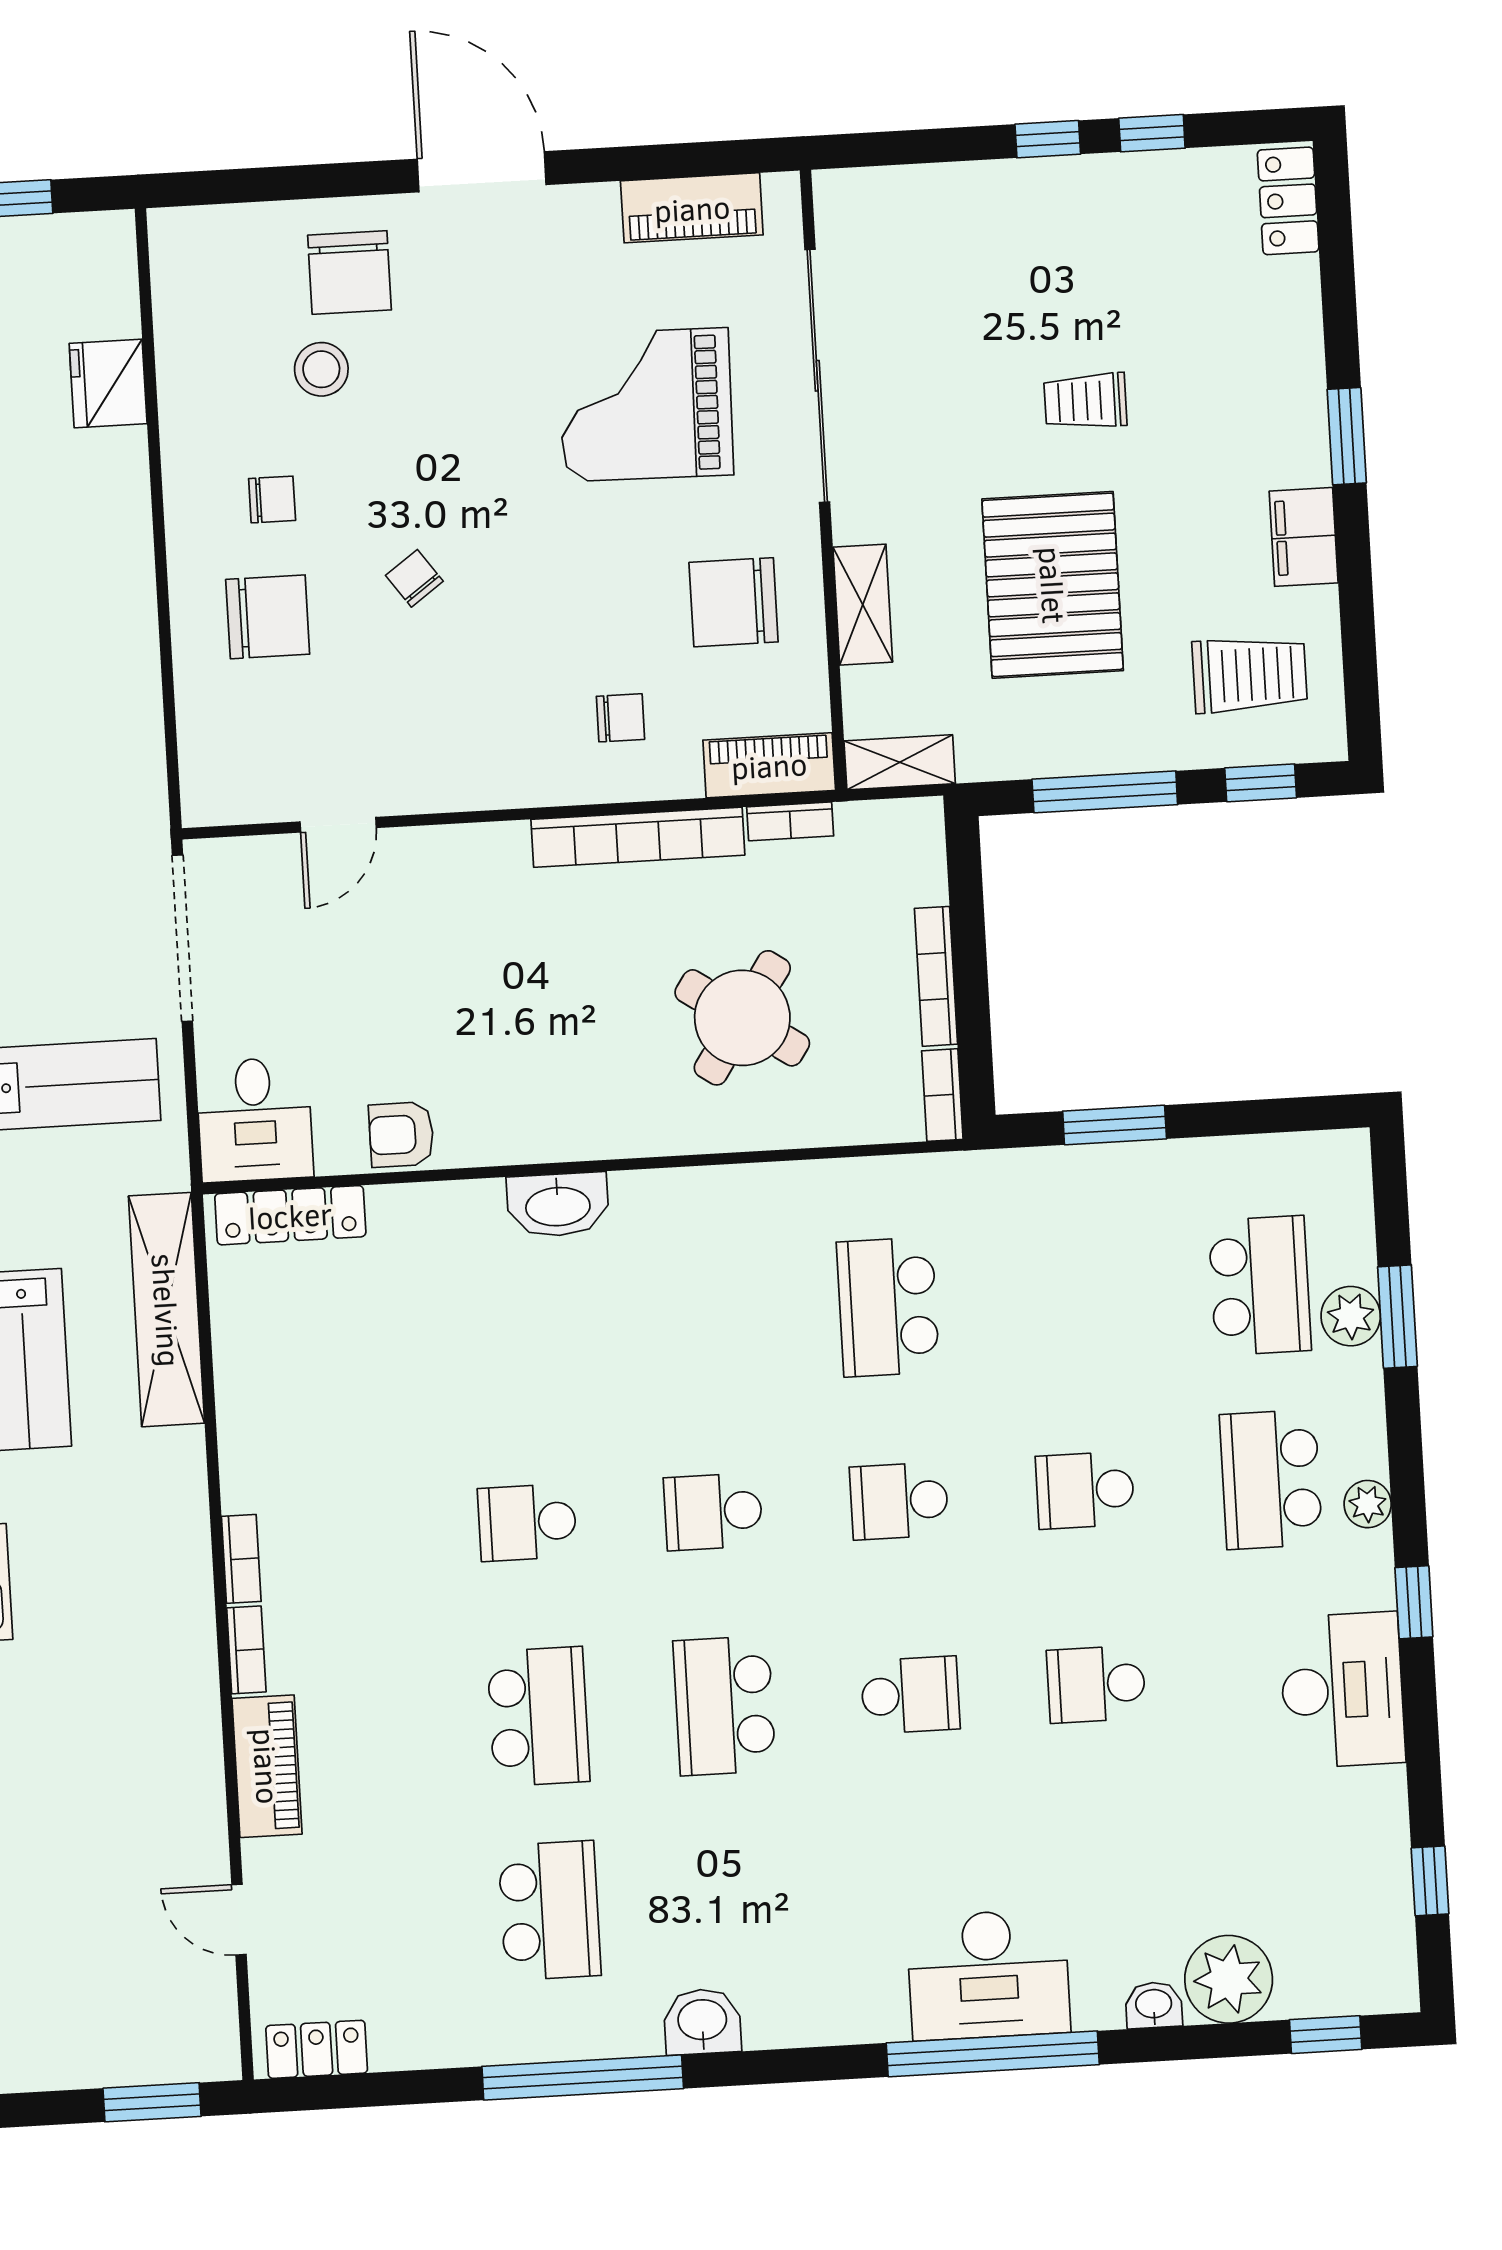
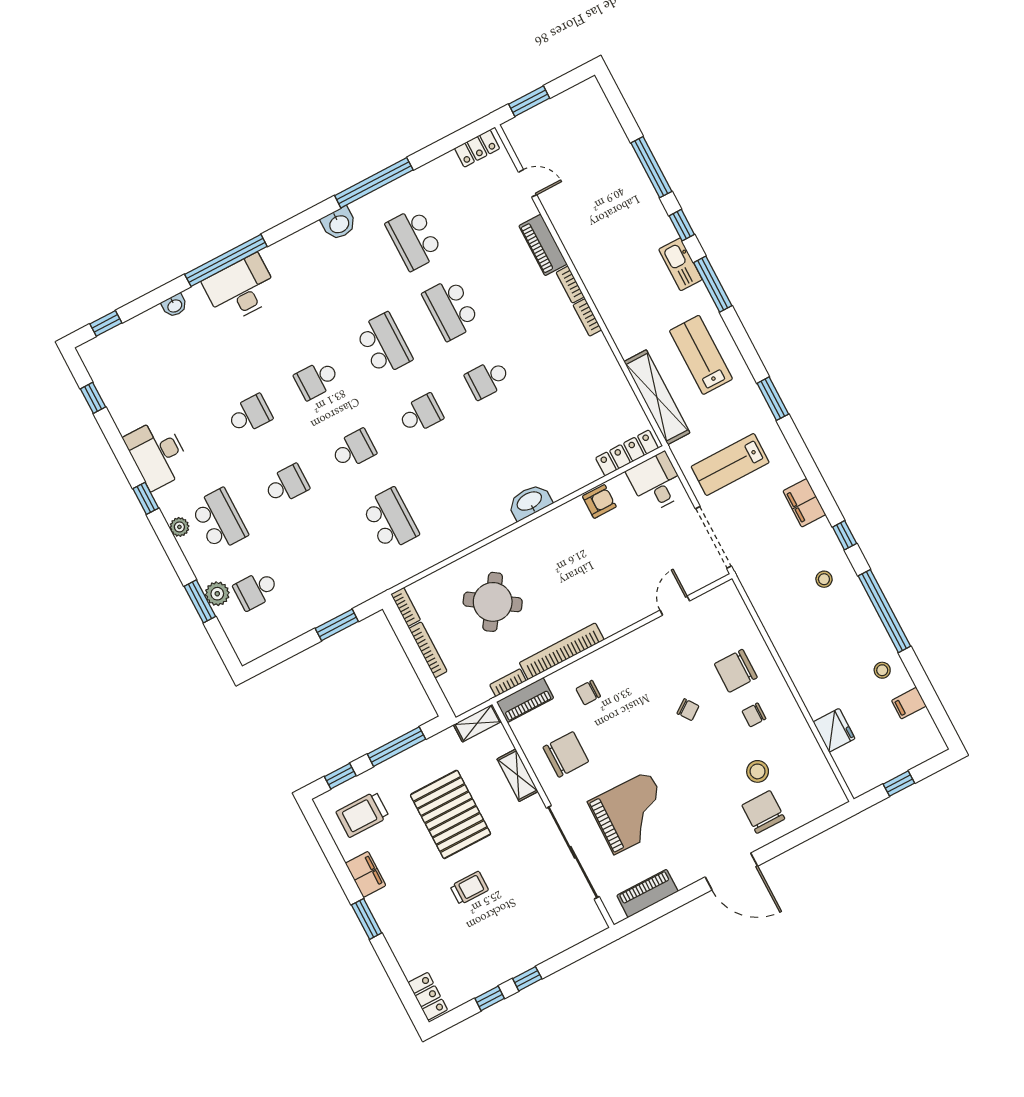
school desk: (1260, 1285) -> (256, 590), width x0.54
school desk: (527, 1522) -> (488, 379), turned 180
plant: (1229, 1979) -> (151, 328), removed

